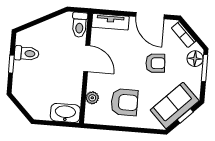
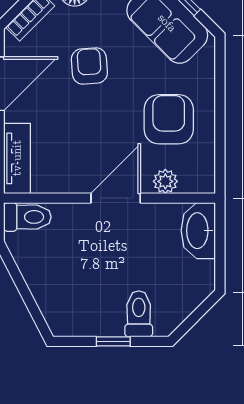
toilet: (27, 53) -> (139, 314), moved
door: (87, 59) -> (116, 198), moved

